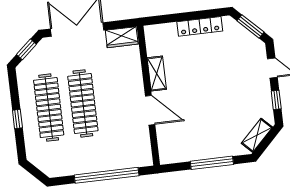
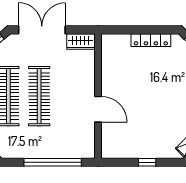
shelving: (157, 74) -> (108, 77), removed
window: (212, 163) -> (147, 162), width x0.46

